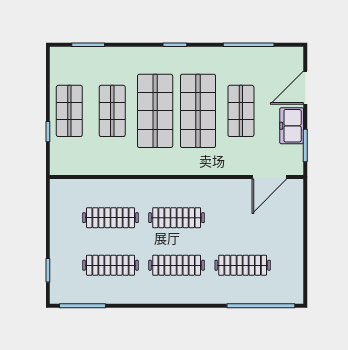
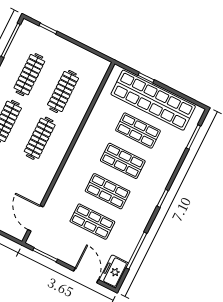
shop shelf: (69, 111) -> (153, 100), width x2.00, depth x1.36
shop shelf: (155, 111) -> (123, 161), width x0.70, depth x0.74
shop shelf: (198, 111) -> (108, 191), width x0.70, depth x0.74
freezer: (292, 126) -> (114, 272), moved, turned -90

